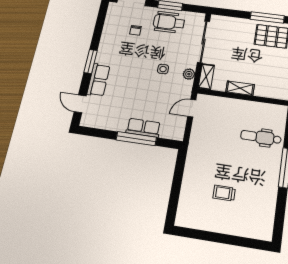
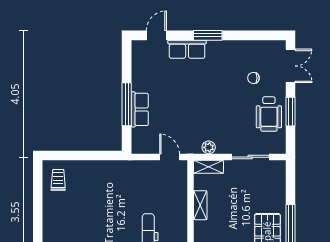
wheelchair: (169, 22) -> (269, 114), turned 180
sliding door: (204, 42) -> (250, 157), width x0.73
side table: (163, 69) -> (210, 118), removed
trolley: (224, 193) -> (58, 180), moved

